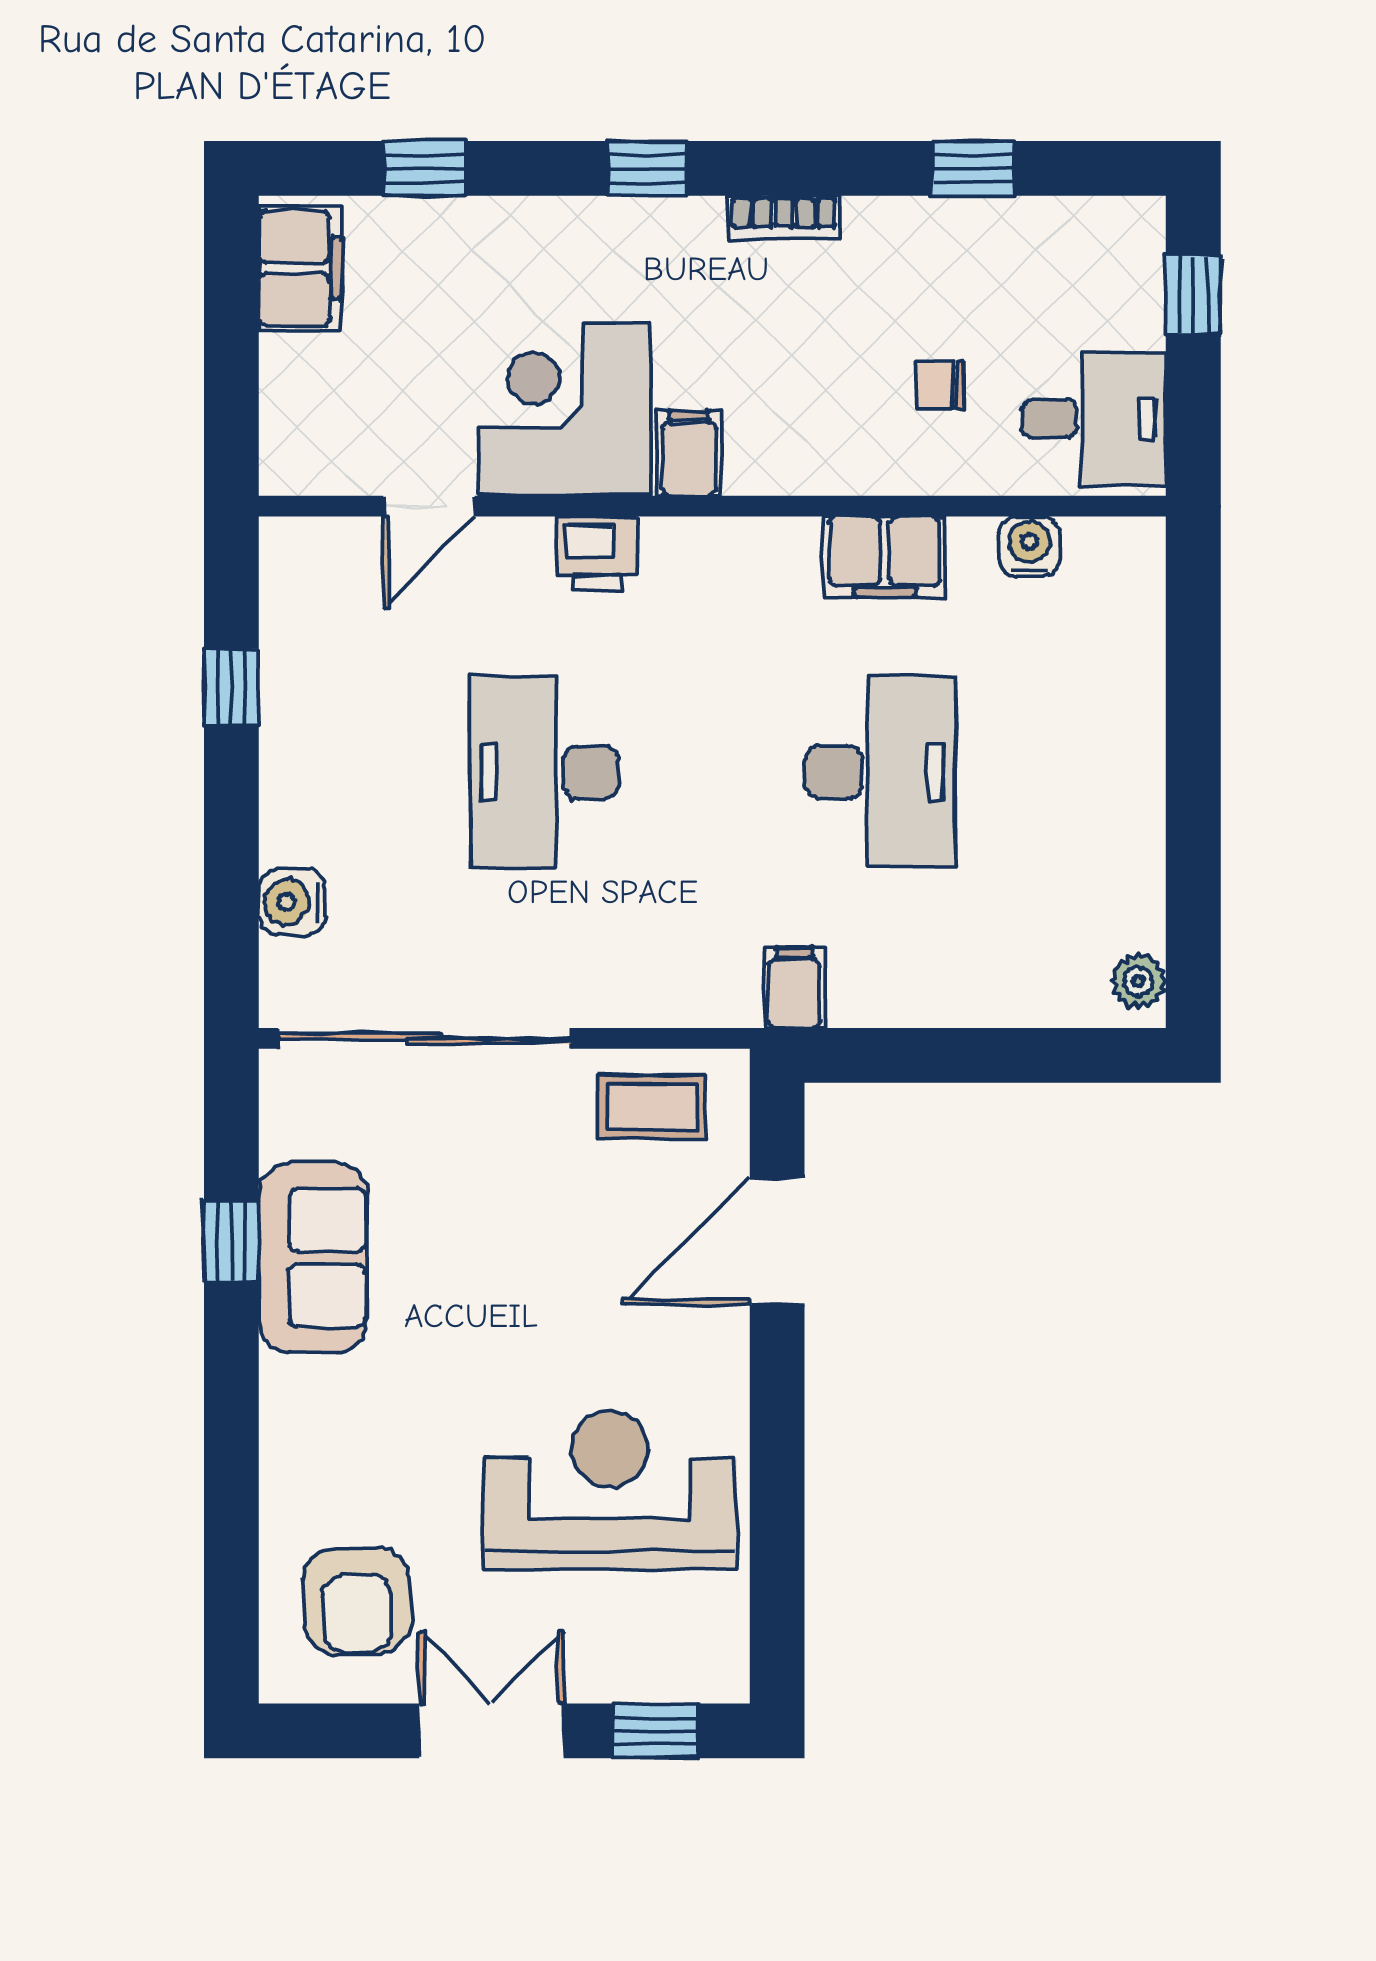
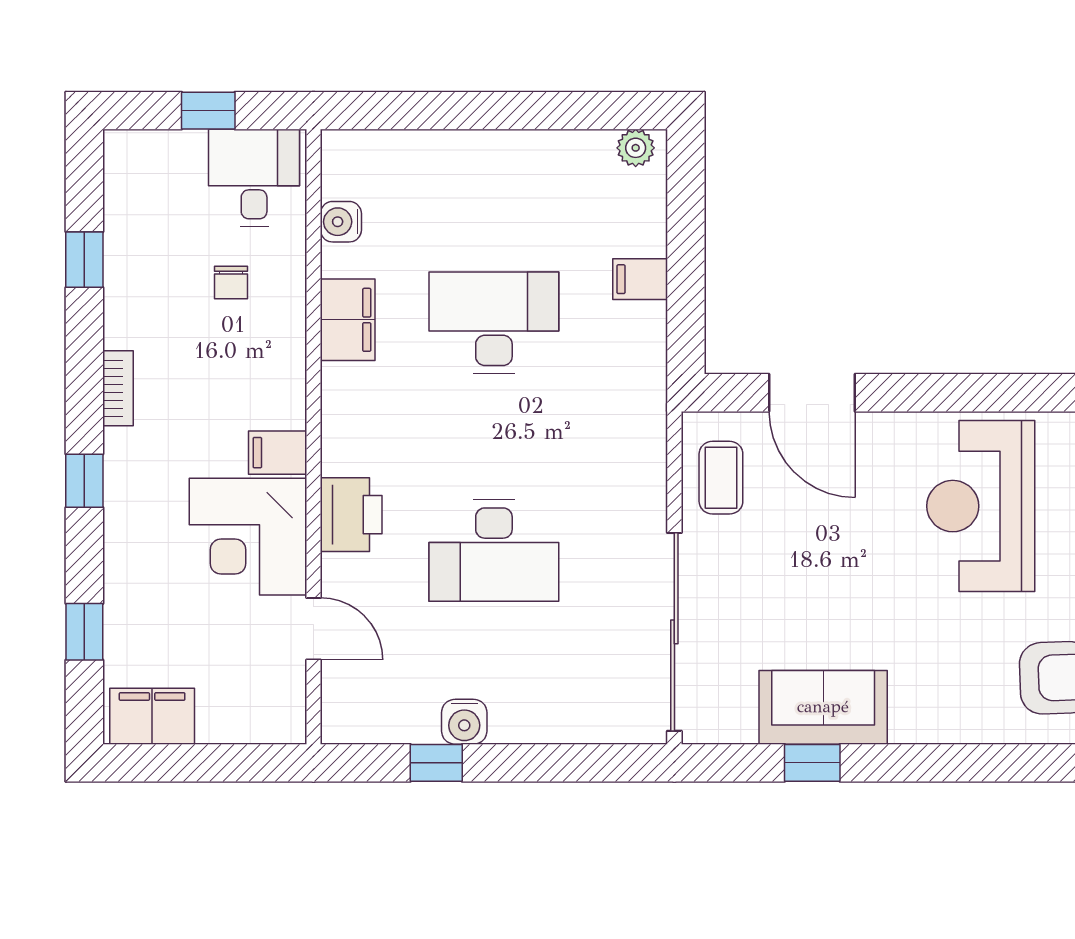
window: (1193, 295) -> (208, 111), moved
printer: (597, 553) -> (351, 515), width x1.36, depth x1.24
water cooler: (292, 902) -> (464, 722), moved
filing cabinet: (794, 988) -> (640, 279), moved

